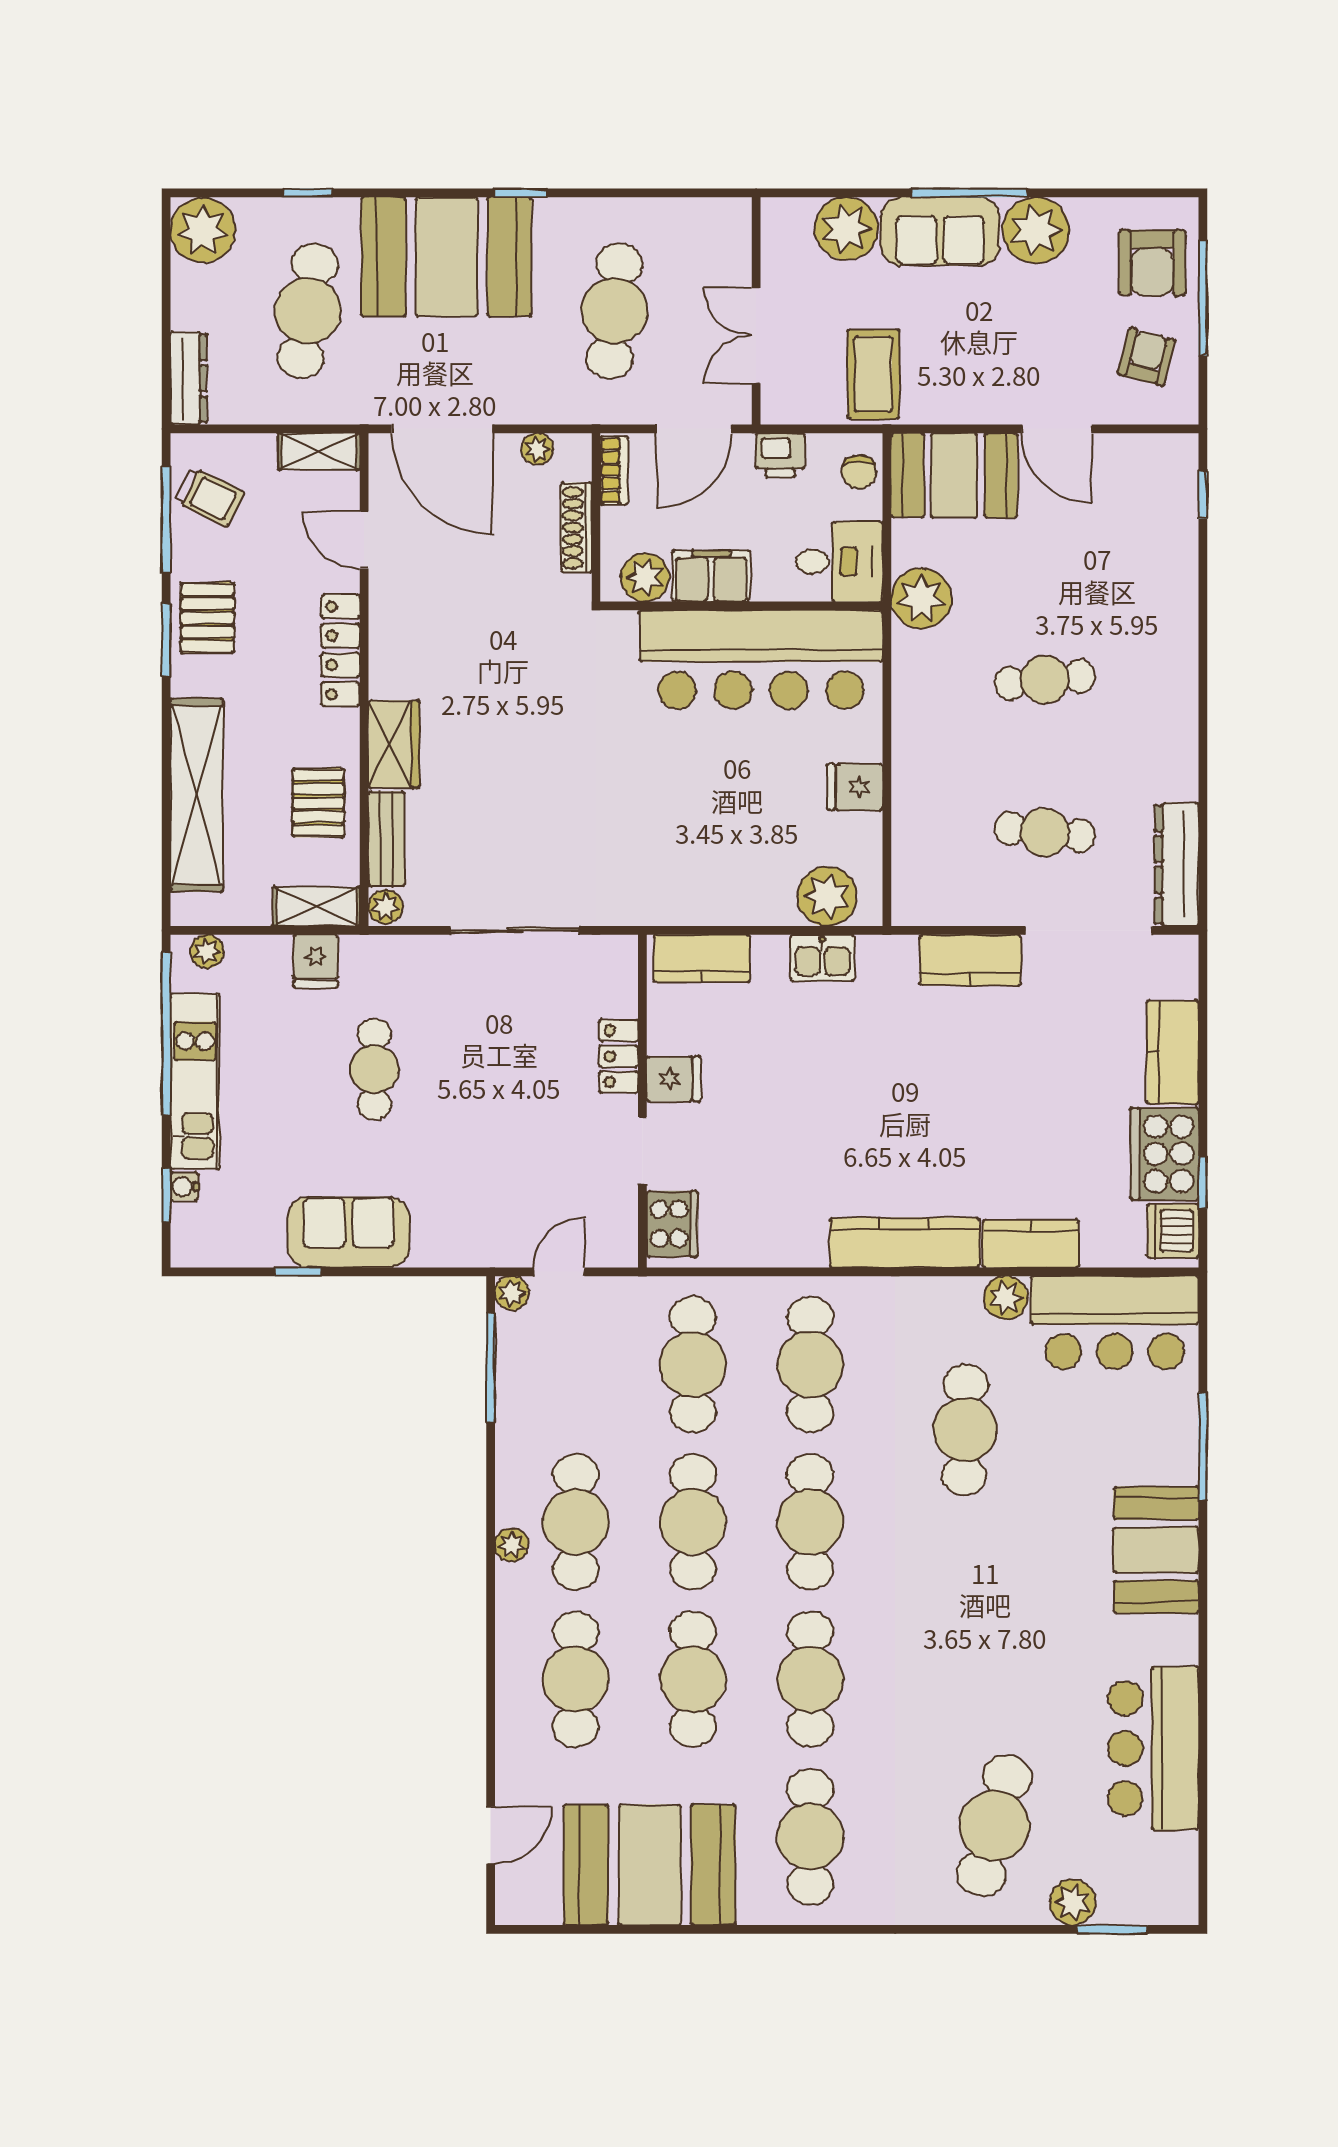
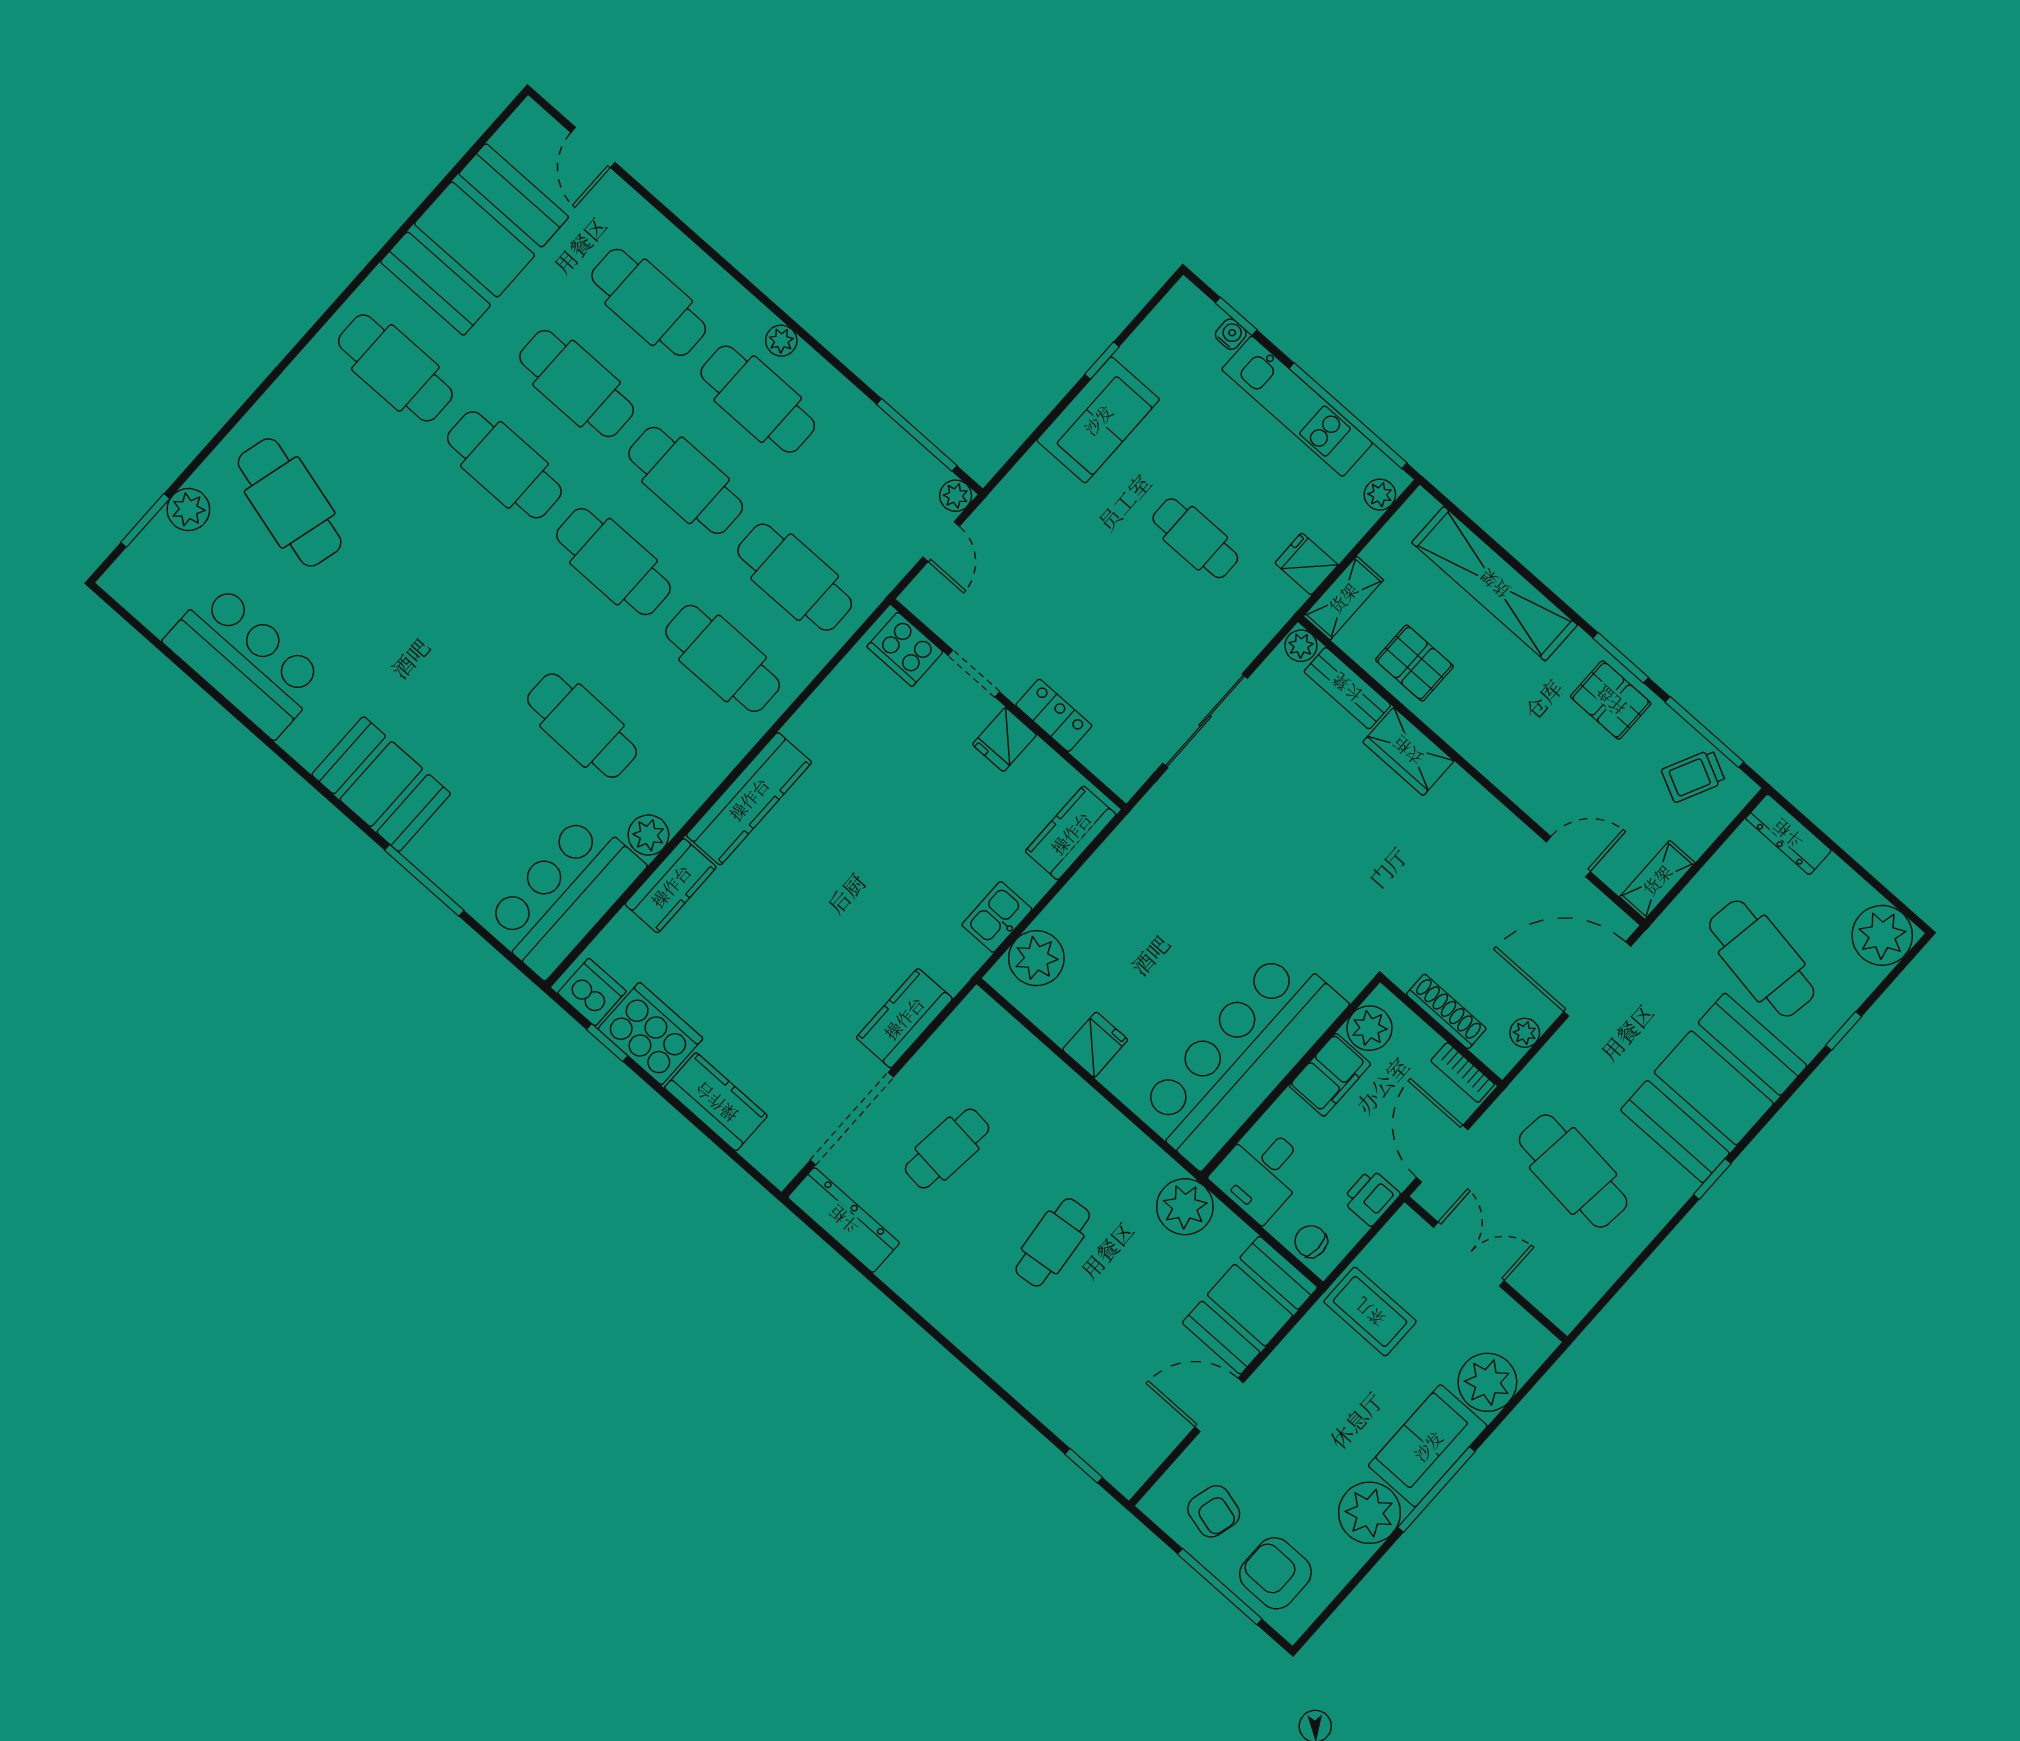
locker: (341, 650) -> (1506, 772), removed

